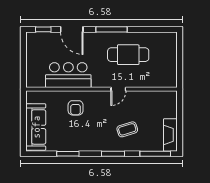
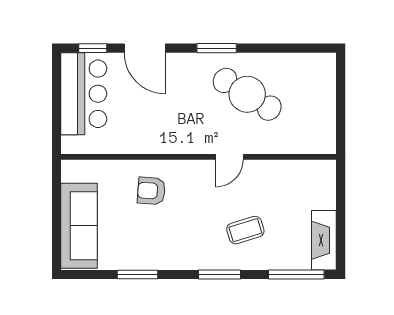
window: (111, 29) -> (217, 48), width x0.69
cafe table: (128, 55) -> (247, 94), turned 32
bar counter: (68, 75) -> (84, 94), moved, turned 90
armchair: (76, 108) -> (151, 191), turned 94

